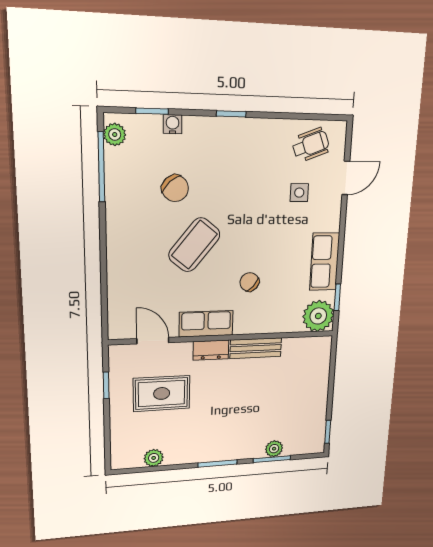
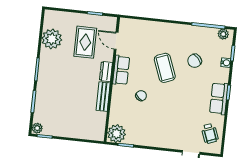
side table: (299, 193) -> (186, 126), removed
coffee table: (194, 245) -> (165, 68), turned 30
row of seats: (325, 262) -> (219, 99), moved, turned -90
door: (153, 341) -> (116, 41), swing flipped
plant: (274, 449) -> (37, 128), moved
plant: (154, 458) -> (52, 39), width x1.88, depth x1.88

